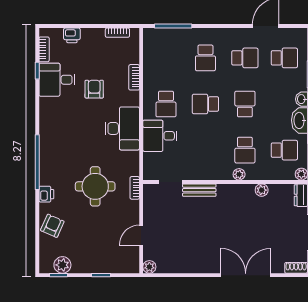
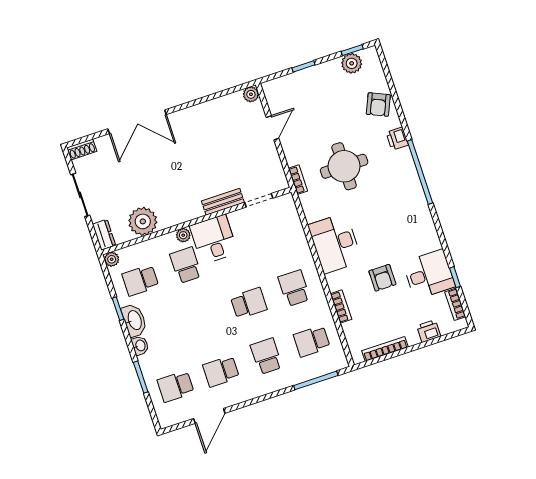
bookcase: (117, 33) -> (385, 349), width x1.56
school desk: (245, 104) -> (312, 341), moved, turned 90
desk: (160, 136) -> (214, 239), moved, turned -90
plant: (262, 190) -> (143, 221), width x1.88, depth x1.88

